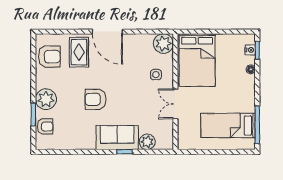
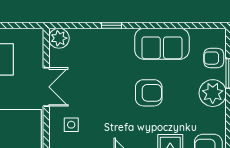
sofa: (117, 138) -> (162, 44), moved
plant: (147, 142) -> (59, 38), moved

